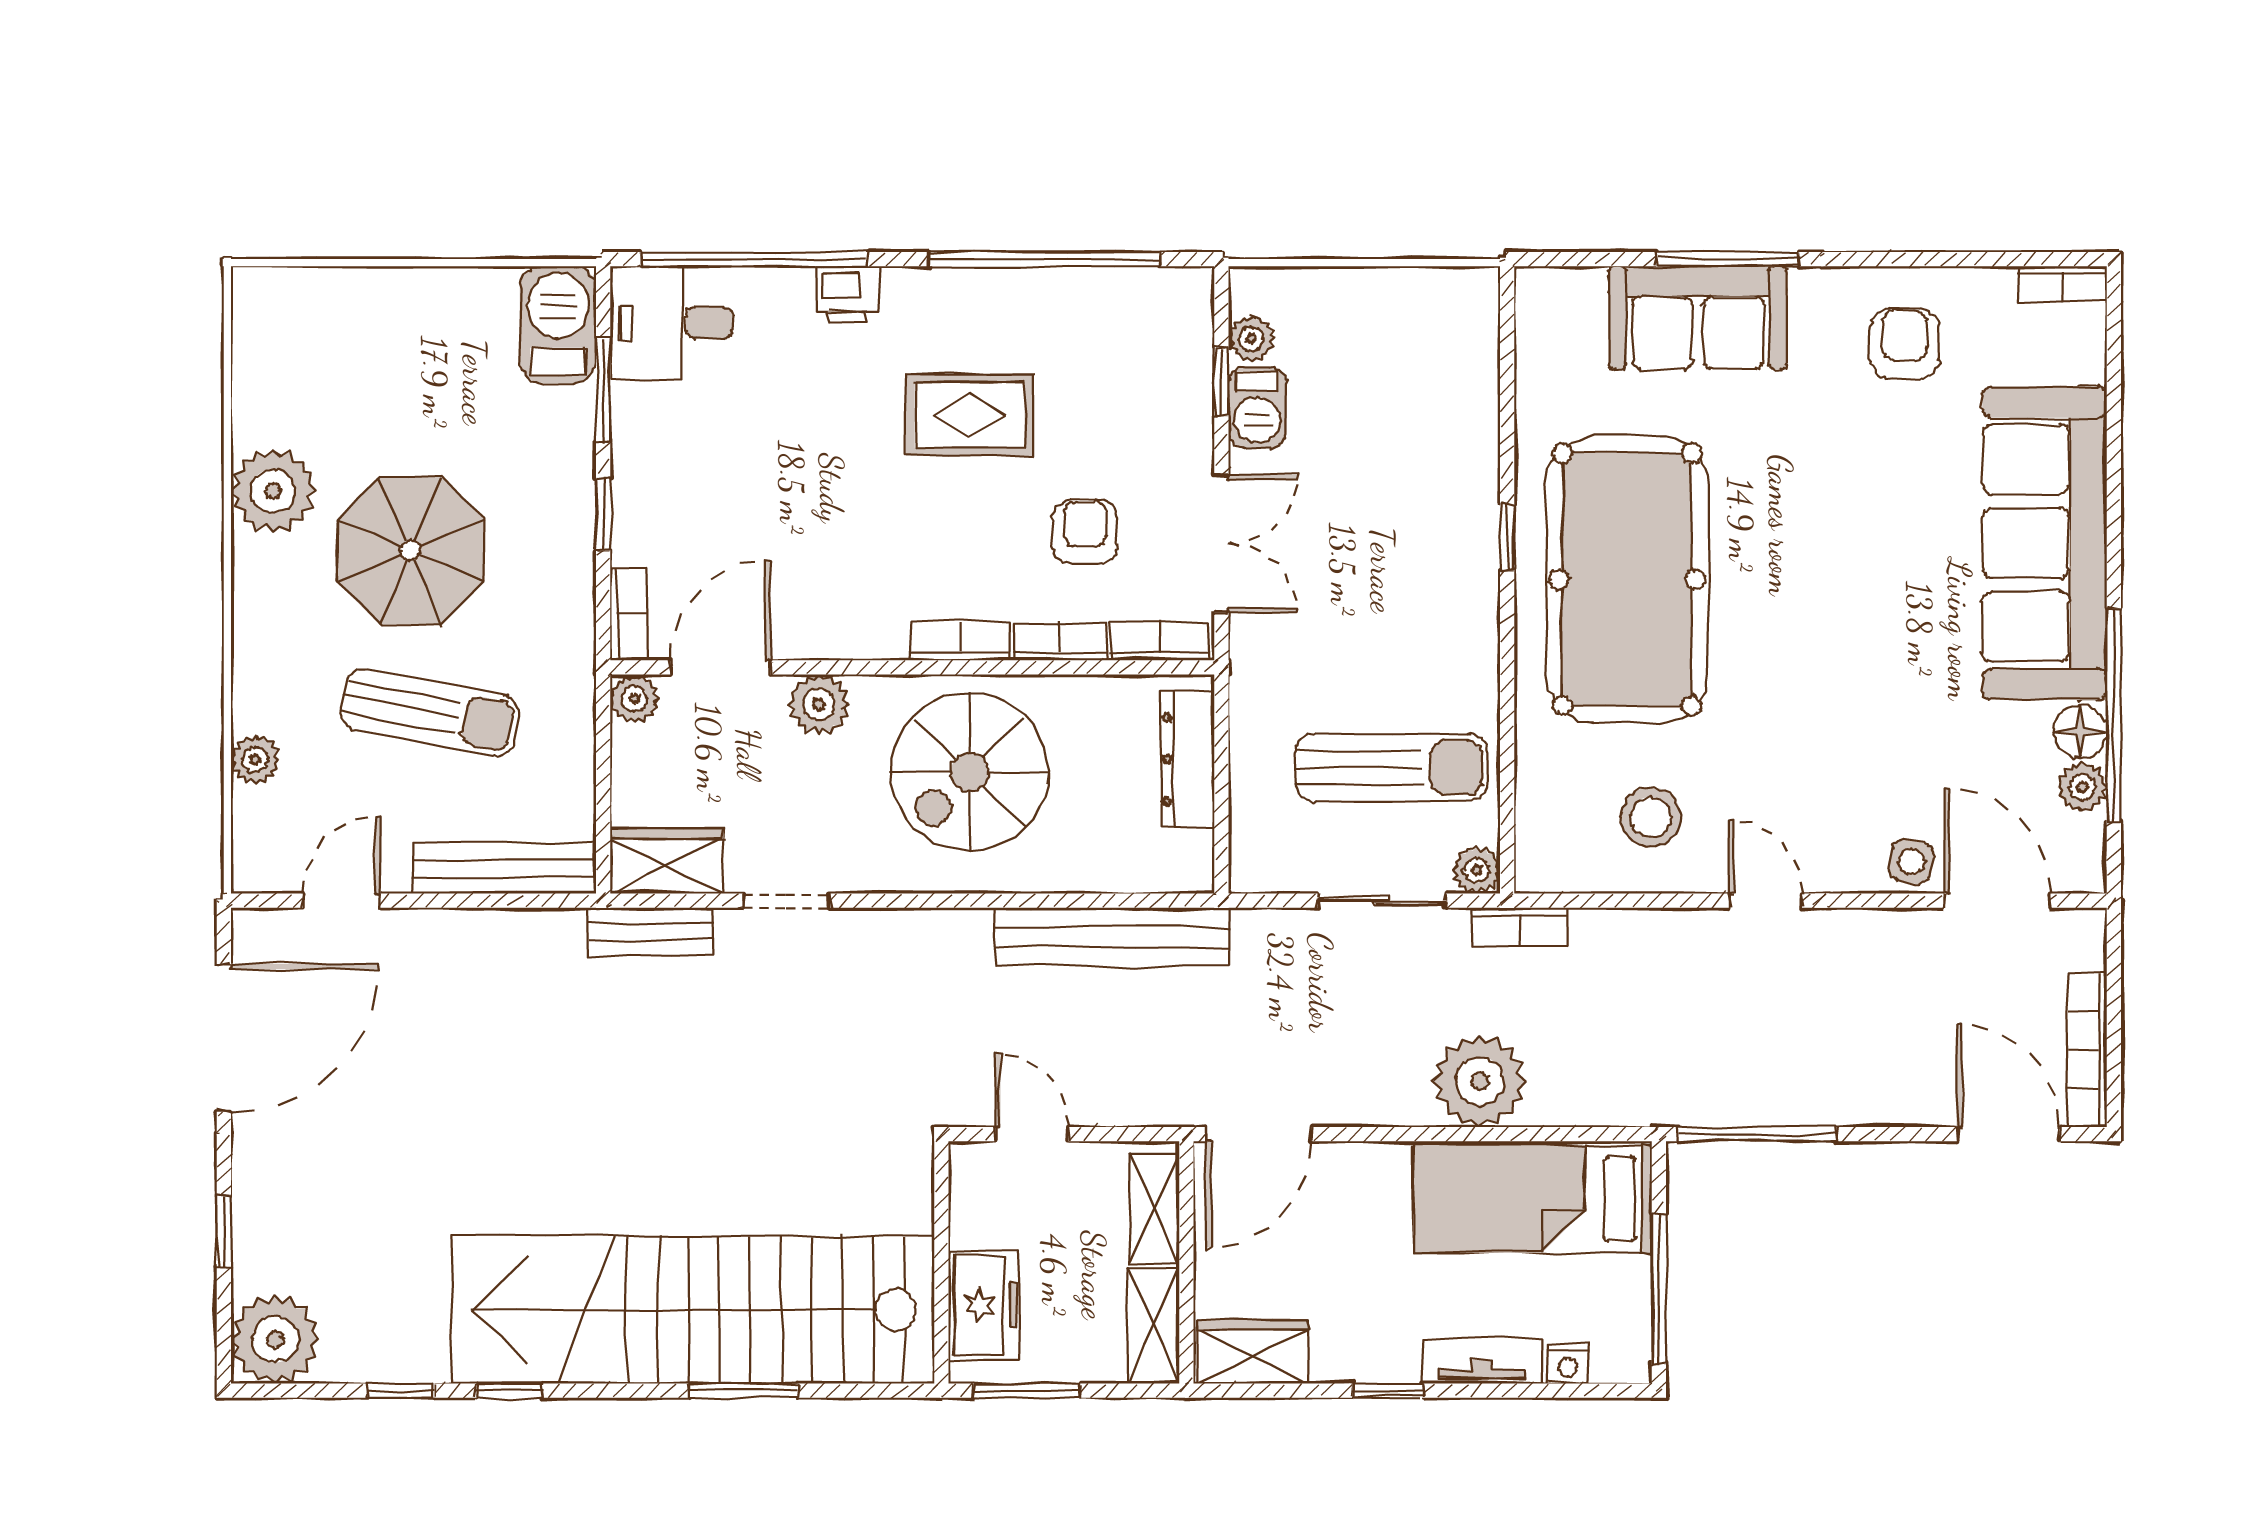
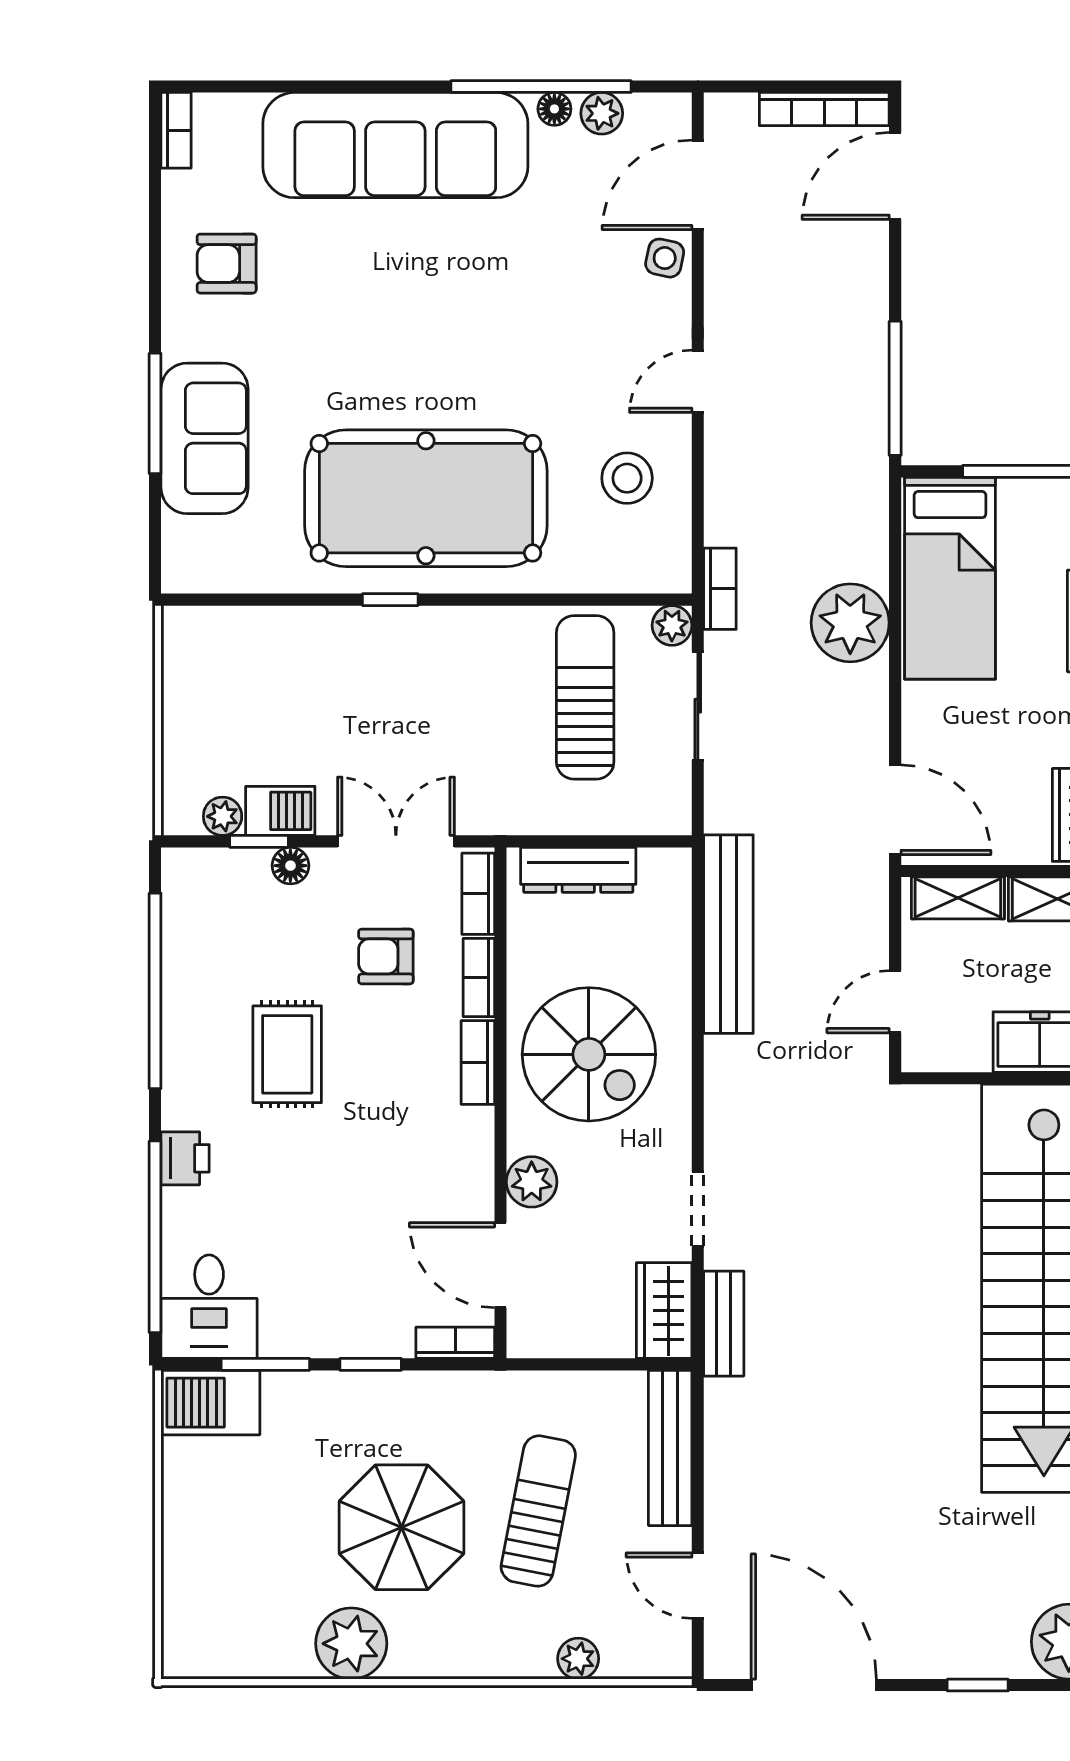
floor lamp: (1193, 419) -> (290, 866), added
plant: (634, 699) -> (527, 1338), removed
floor lamp: (2080, 731) -> (554, 109), width x0.73, depth x0.73

